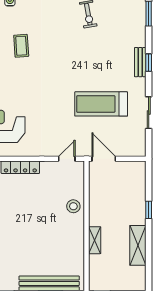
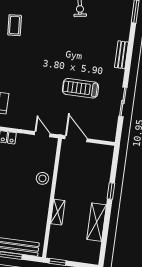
window: (149, 63) -> (129, 56), removed
treadmill: (101, 104) -> (80, 88), width x0.73, depth x0.73
door: (67, 159) -> (42, 134), hinge flipped

